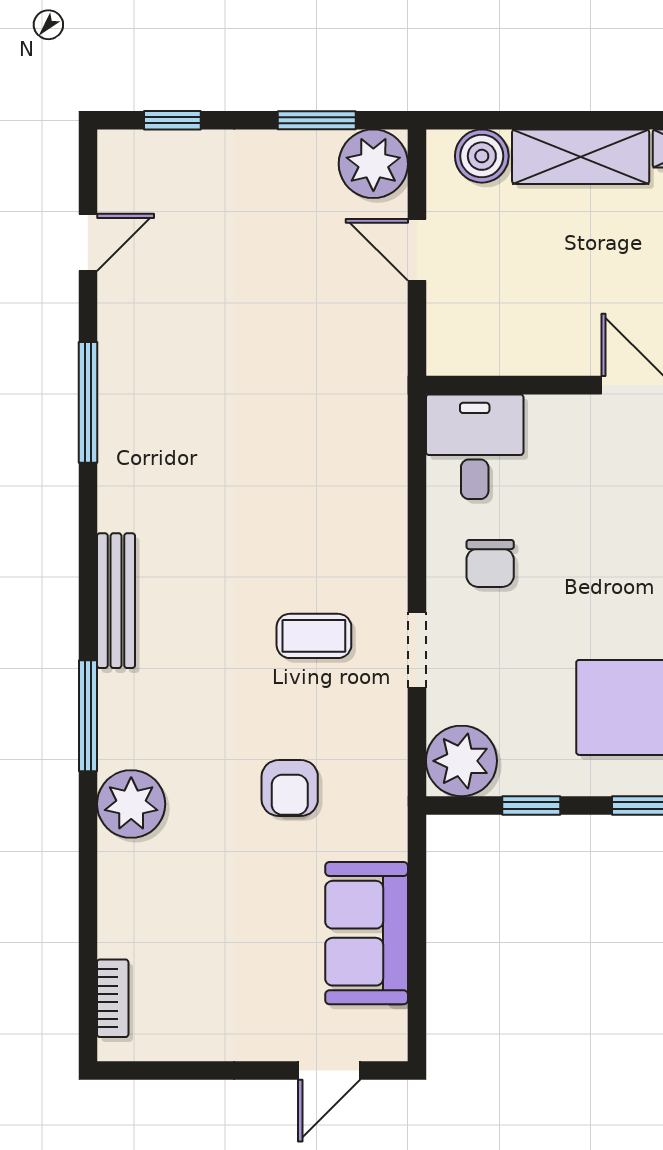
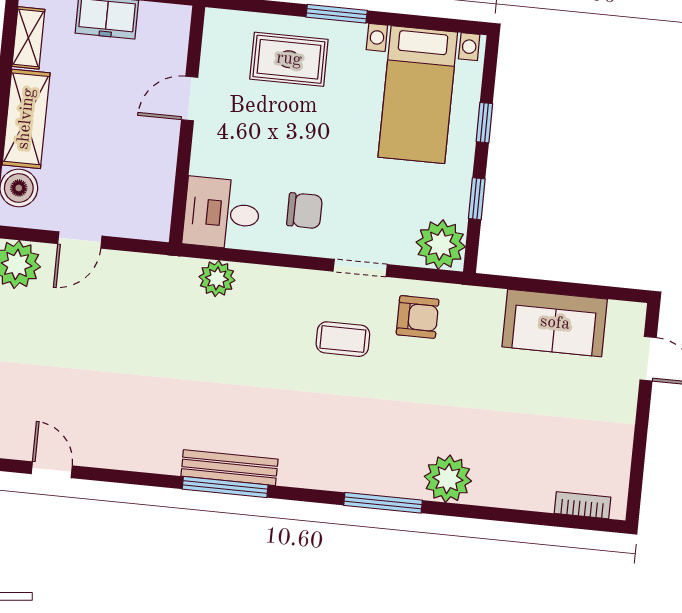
window: (88, 402) -> (225, 487), moved
plant: (382, 449) -> (217, 278), added
bench: (116, 601) -> (229, 468), moved
coffee table: (314, 636) -> (343, 339), turned 90
armchair: (290, 788) -> (418, 317), moved

